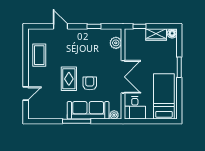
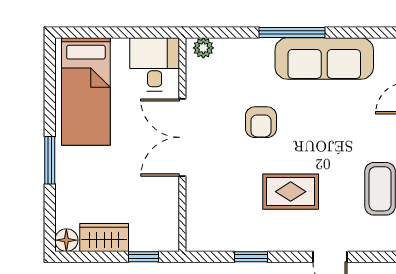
plant: (116, 43) -> (199, 218), removed
rug: (69, 79) -> (291, 192), moved, turned 90
sofa: (88, 110) -> (324, 59), moved

